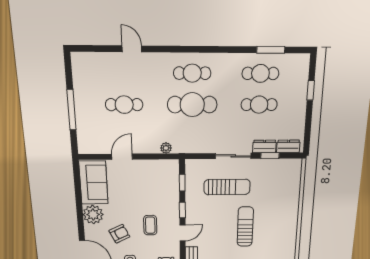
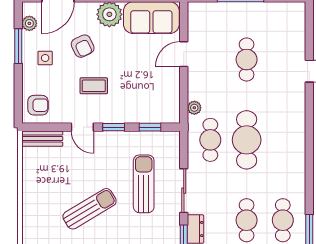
cafe table: (192, 73) -> (210, 140), moved
door: (122, 157) -> (184, 54), swing flipped
sun lounger: (227, 187) -> (144, 184), turned 180
sun lounger: (245, 227) -> (90, 209), turned -31

